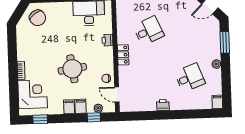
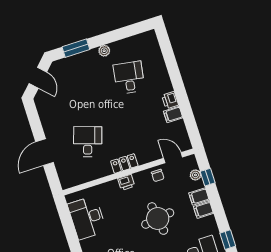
desk: (149, 31) -> (88, 142), turned 42
printer: (107, 40) -> (126, 182), moved
desk: (190, 78) -> (129, 78), turned 30
door: (117, 95) -> (173, 158), swing flipped
filing cabinet: (217, 102) -> (173, 114), moved

